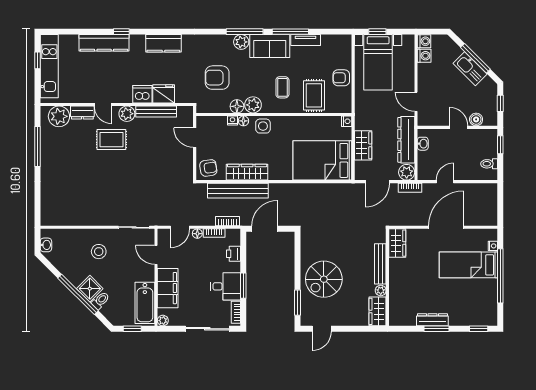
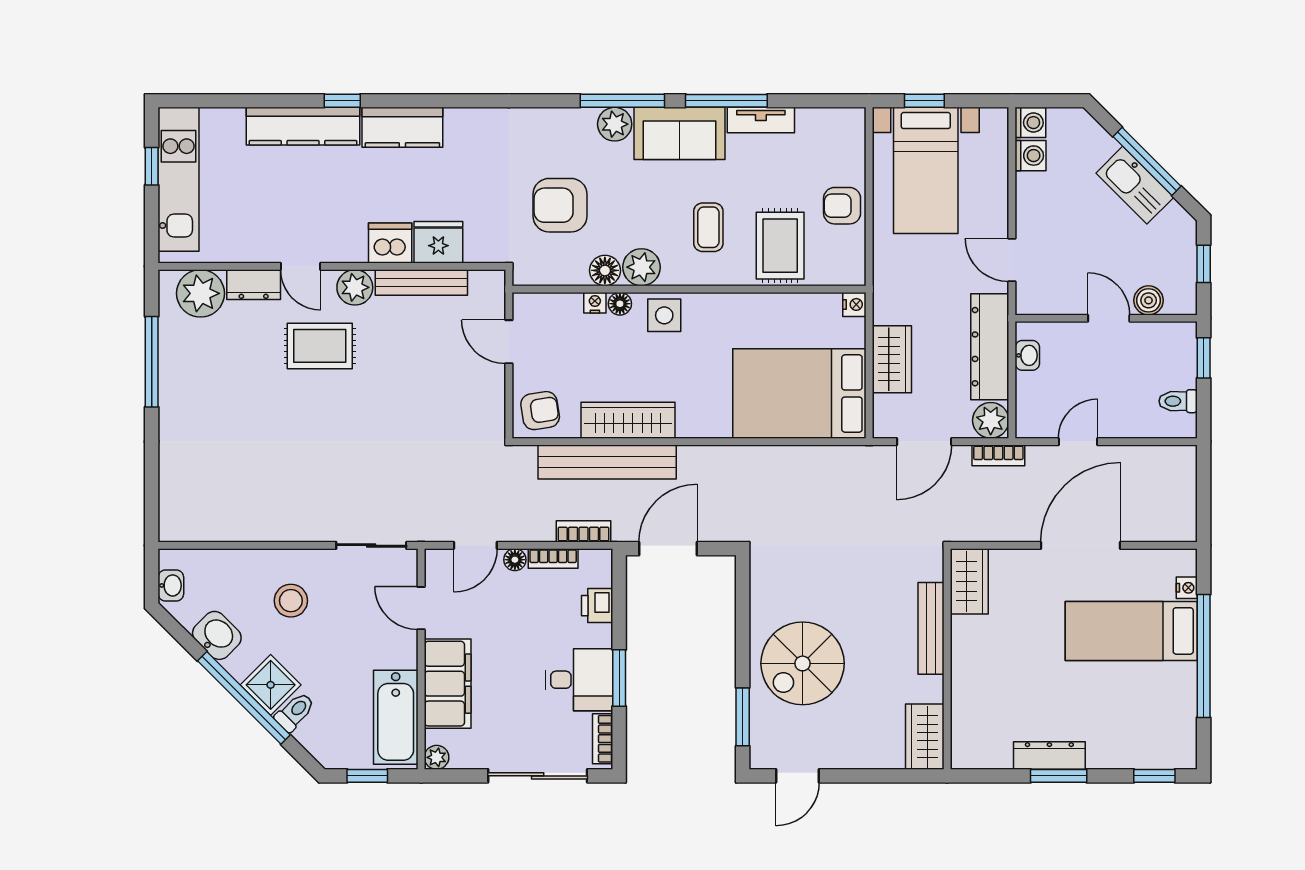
kitchen counter: (163, 43) -> (402, 127), moved
washbasin: (66, 267) -> (217, 635), added
plant: (381, 290) -> (932, 689), removed

